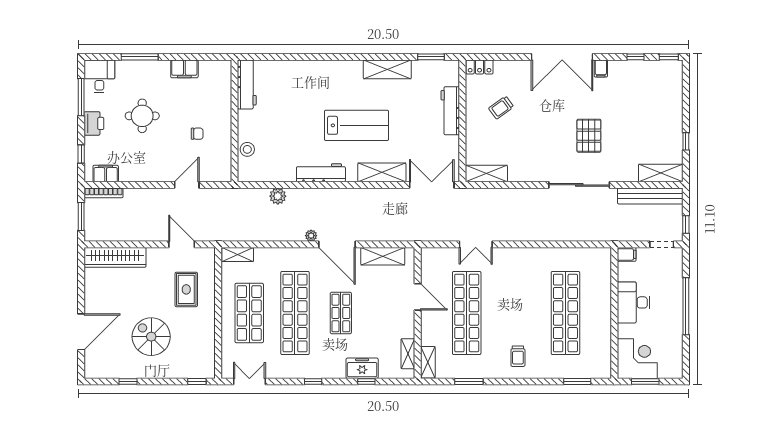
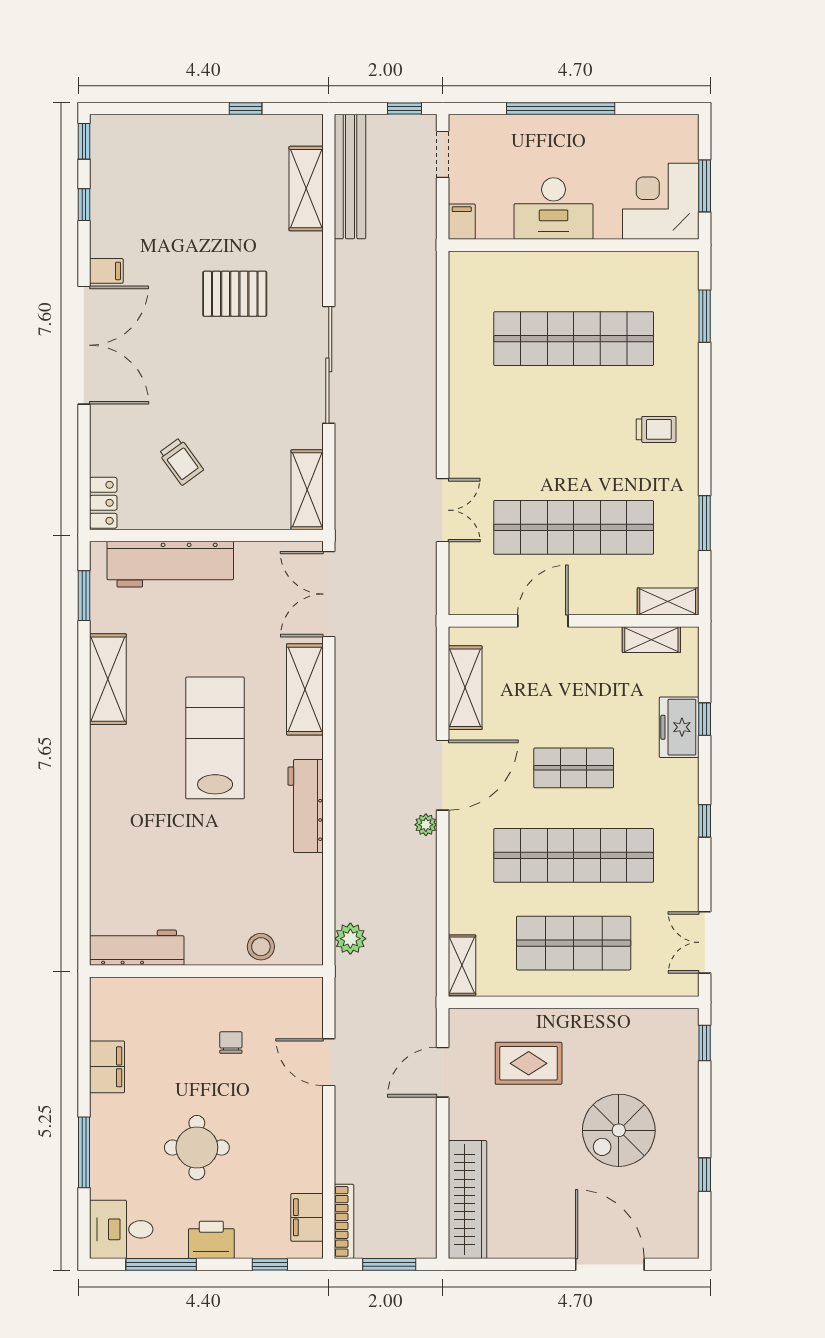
workbench: (450, 111) -> (170, 564), width x1.36, depth x1.32
shelving: (661, 173) -> (306, 189), moved
sliding door: (579, 185) -> (329, 365), moved
plant: (278, 196) -> (350, 939), moved

